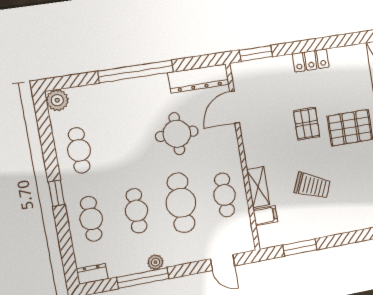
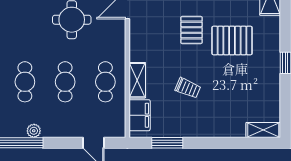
trolley: (312, 186) -> (188, 88), width x0.73, depth x0.72
cafe table: (181, 203) -> (65, 82), width x0.73, depth x0.74
filing cabinet: (265, 216) -> (140, 115), width x2.00

